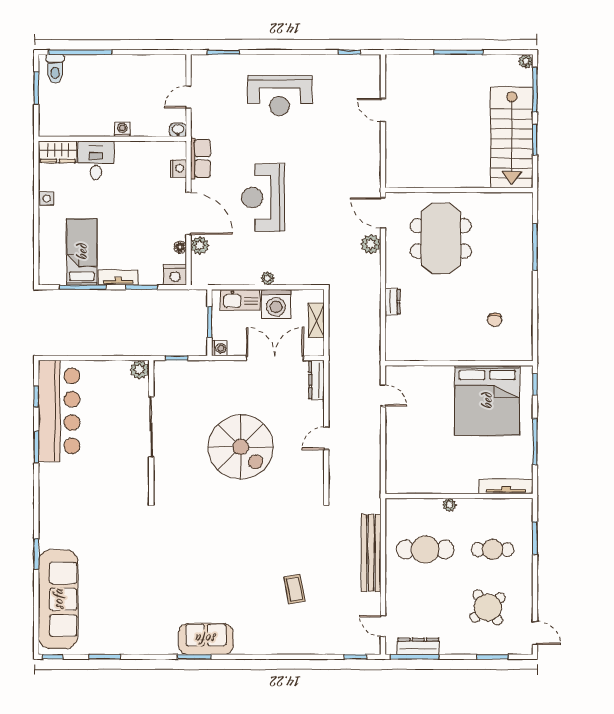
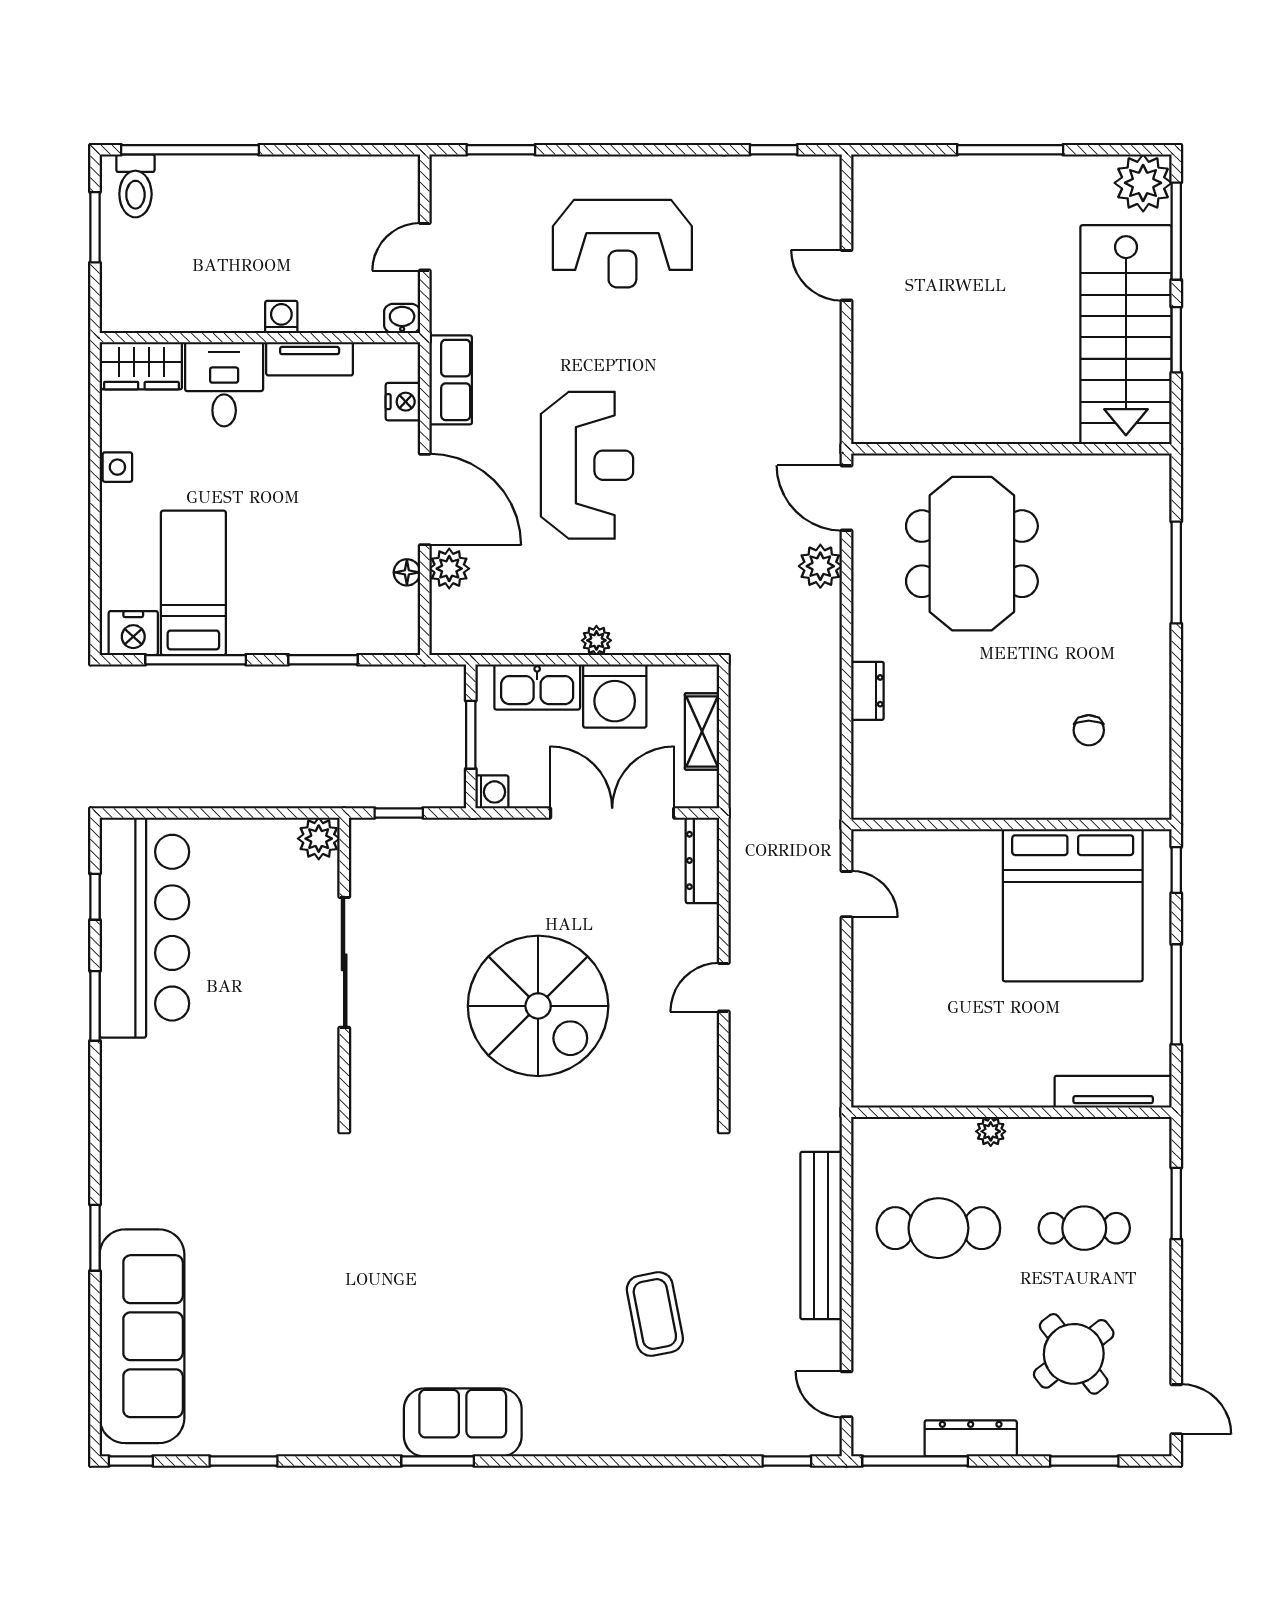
plant: (526, 61) -> (1143, 183), width x1.88, depth x1.88
reception desk: (263, 198) -> (587, 465), turned 180
nightstand: (175, 275) -> (133, 633), moved
tv unit: (118, 278) -> (310, 359), moved, turned 180
coffee table: (295, 589) -> (655, 1314), width x1.36, depth x1.30
dresser: (418, 646) -> (971, 1438), moved

